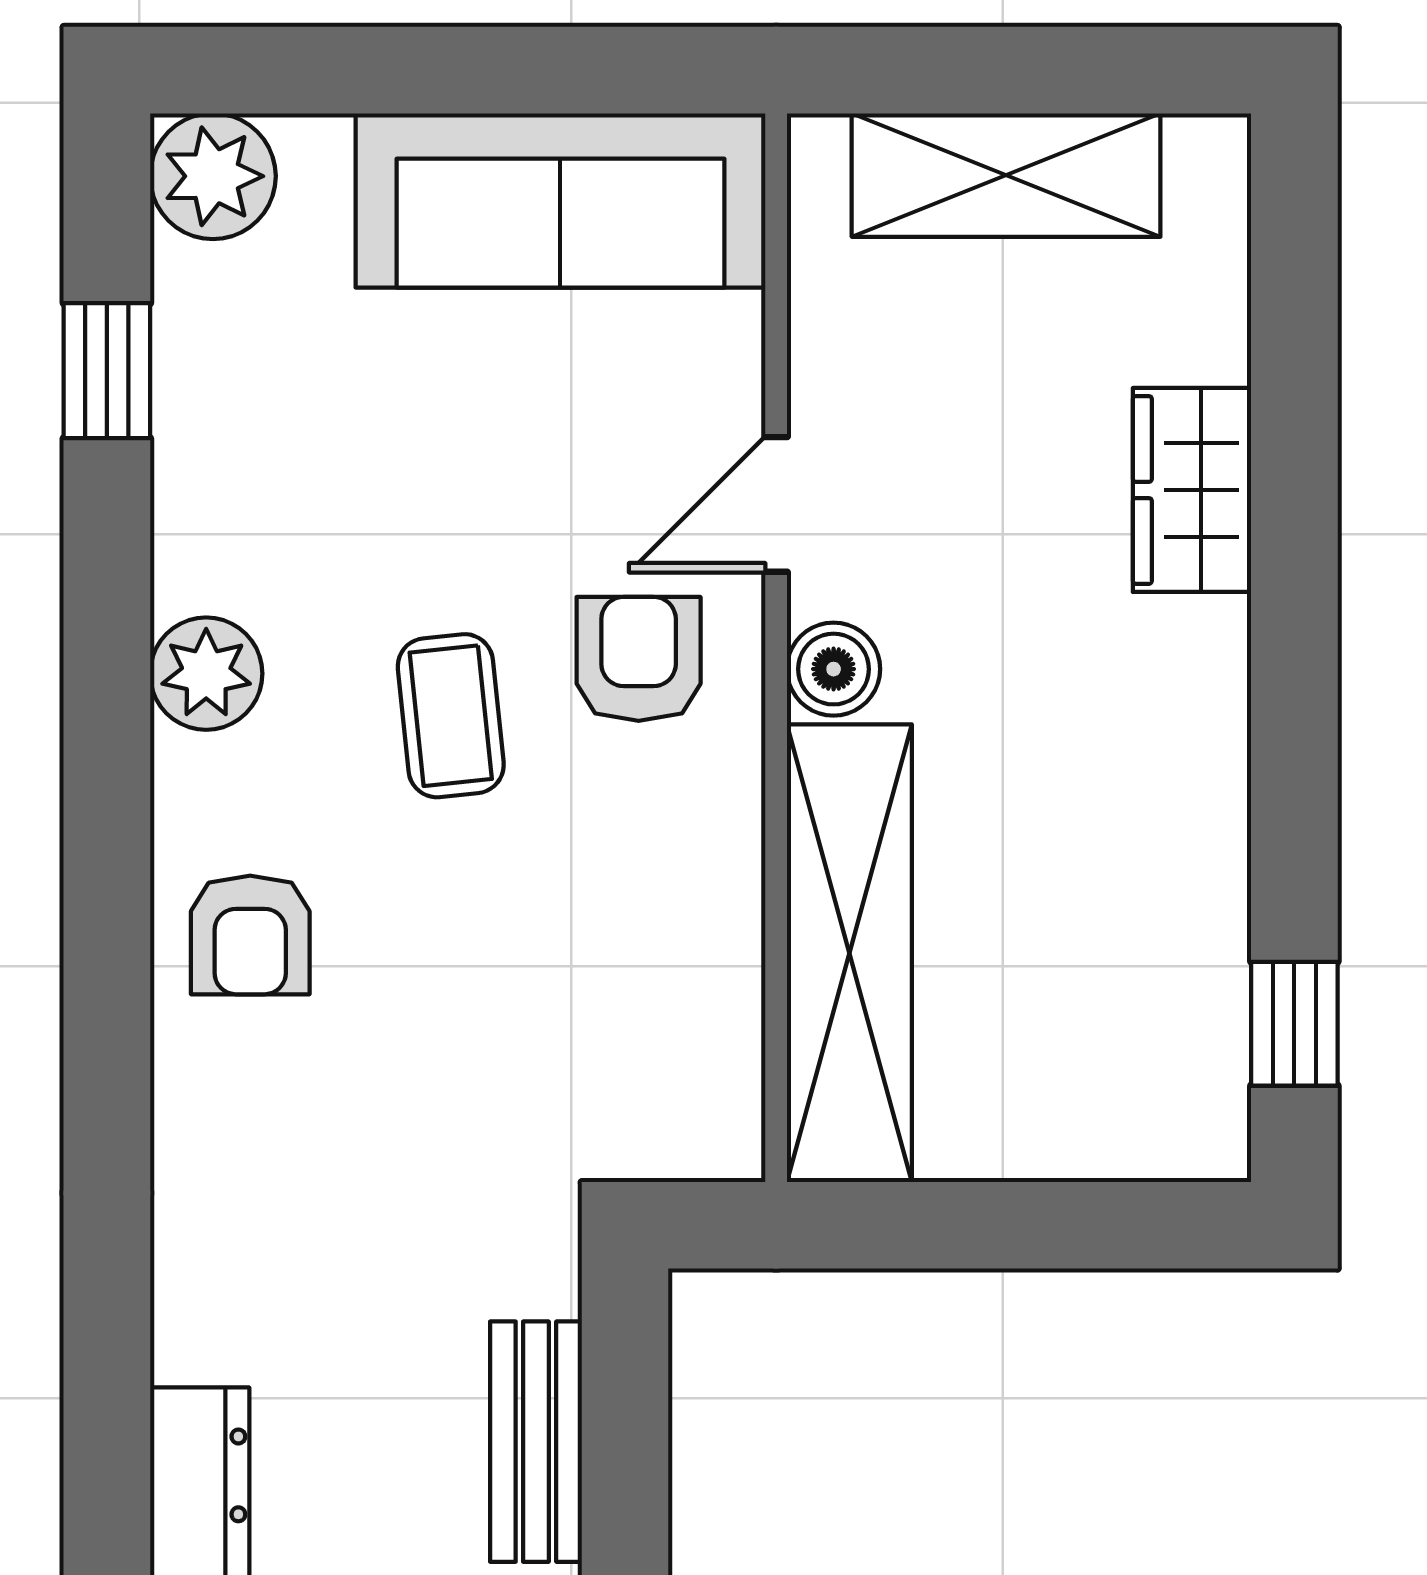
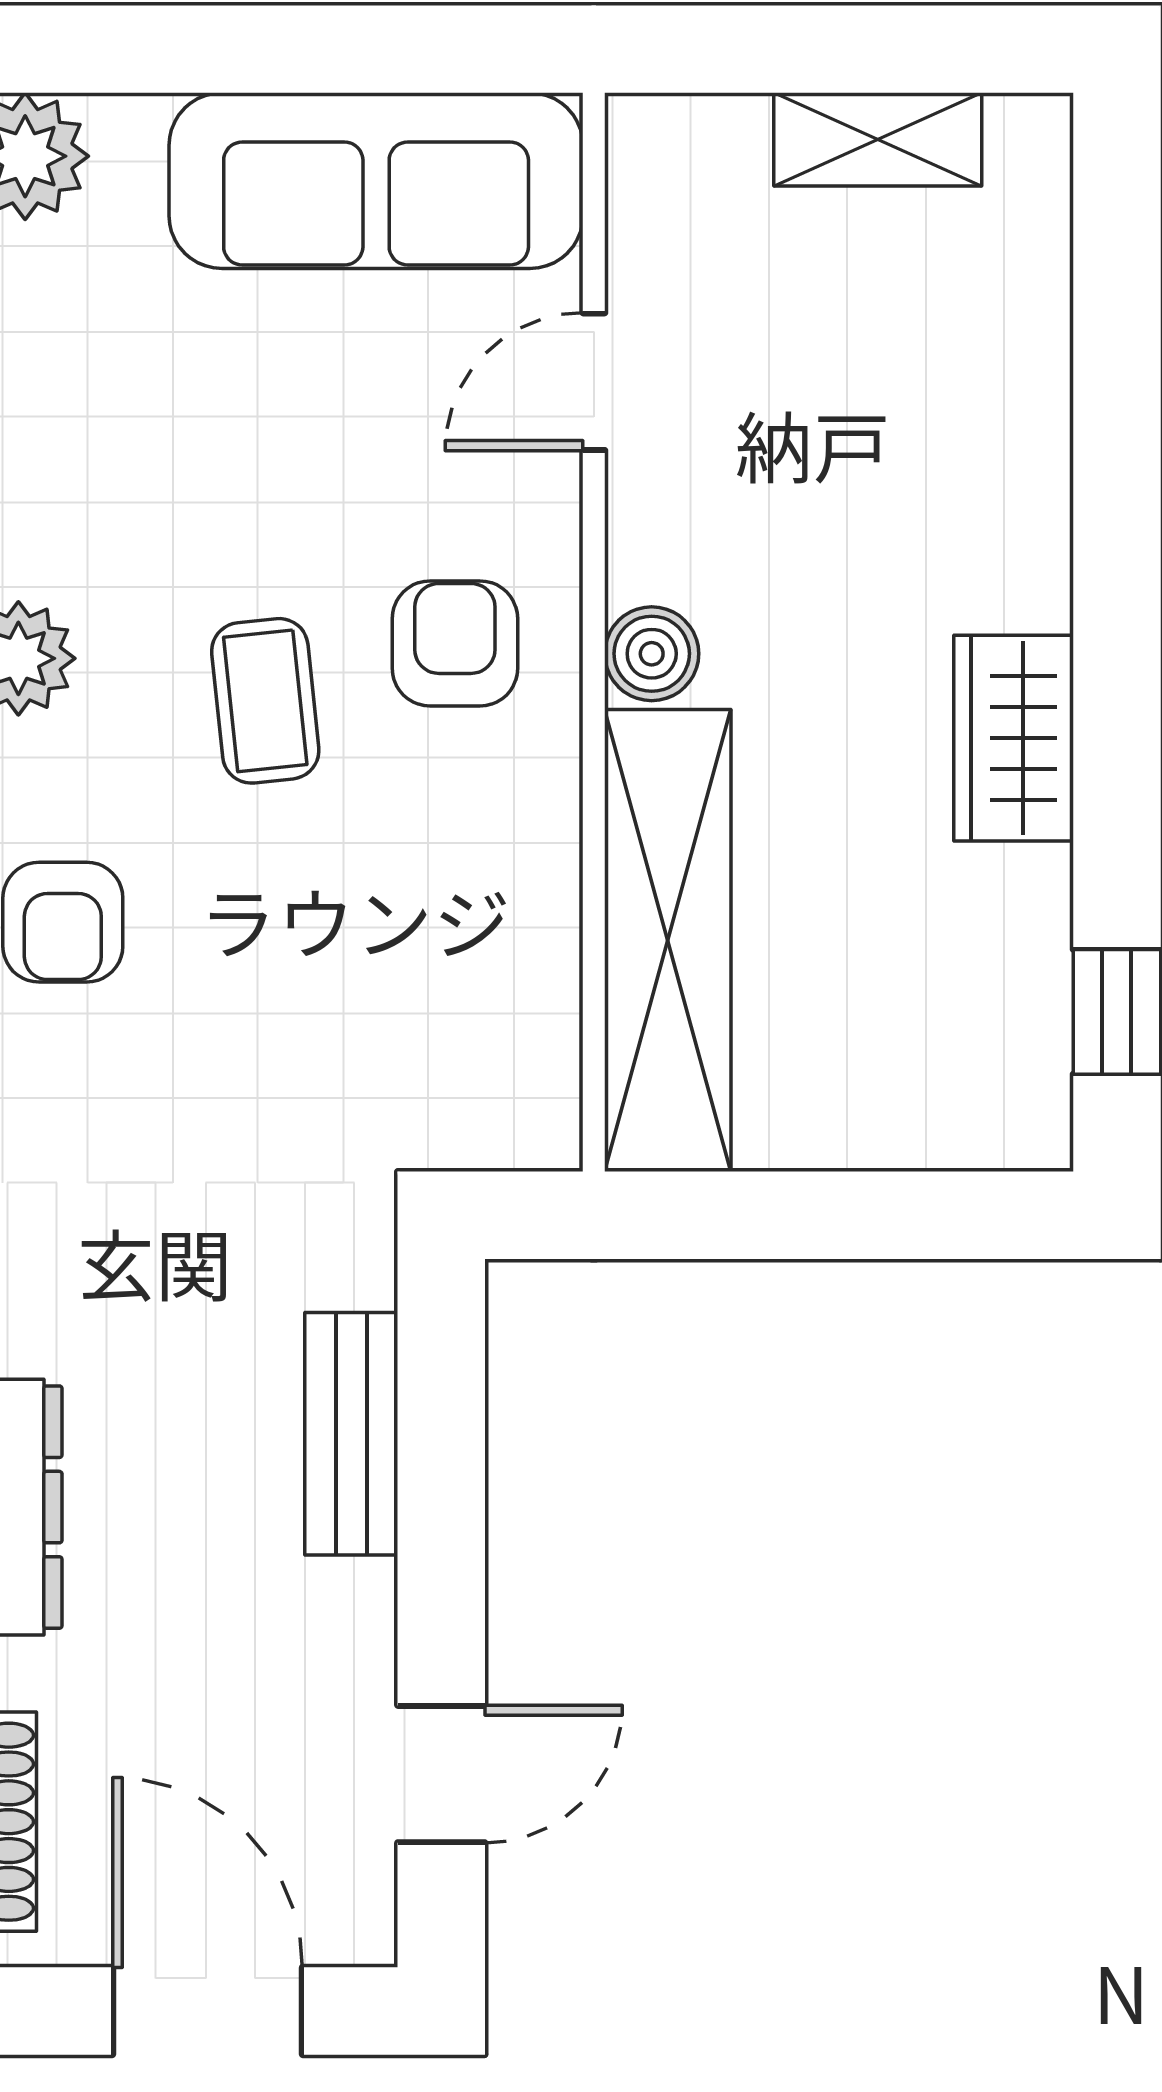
shelving: (1006, 175) -> (878, 139), width x0.67, depth x0.75
wardrobe: (1192, 490) -> (1014, 738), moved
door: (776, 504) -> (594, 382), moved

